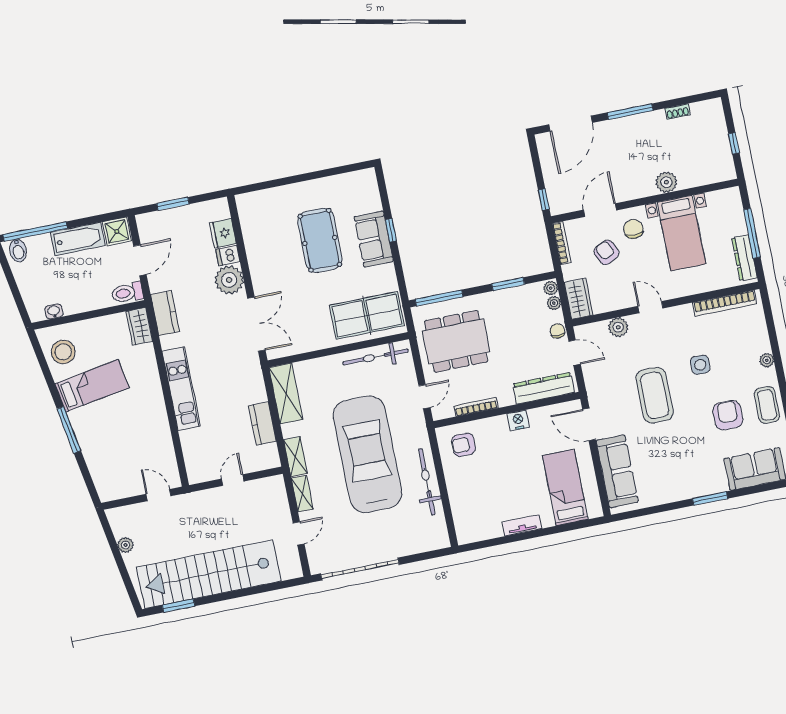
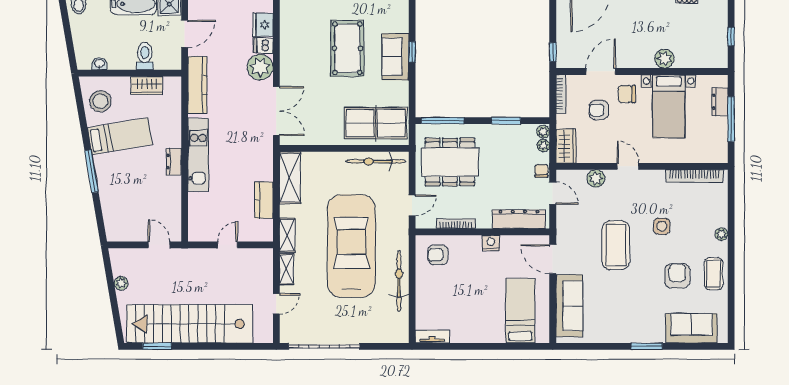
chair: (633, 229) -> (627, 94), turned -90
armchair: (606, 252) -> (599, 110), turned -64
dresser: (744, 258) -> (720, 102), moved, width x0.70
toilet: (127, 293) -> (145, 56), moved, turned 90
kitchen counter: (165, 313) -> (197, 85), width x1.50
wardrobe: (139, 326) -> (147, 86), moved, turned -90
dresser: (156, 401) -> (174, 162), added
tv unit: (522, 525) -> (432, 337), moved

